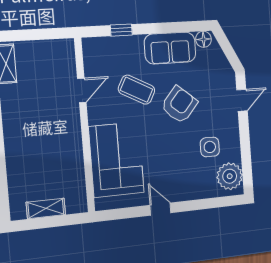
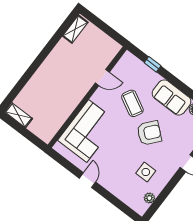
plant: (230, 176) -> (149, 198), width x0.53, depth x0.53
shelving: (46, 208) -> (19, 115), moved

